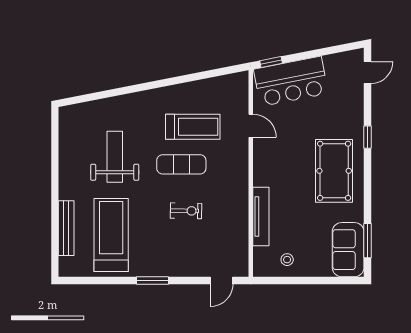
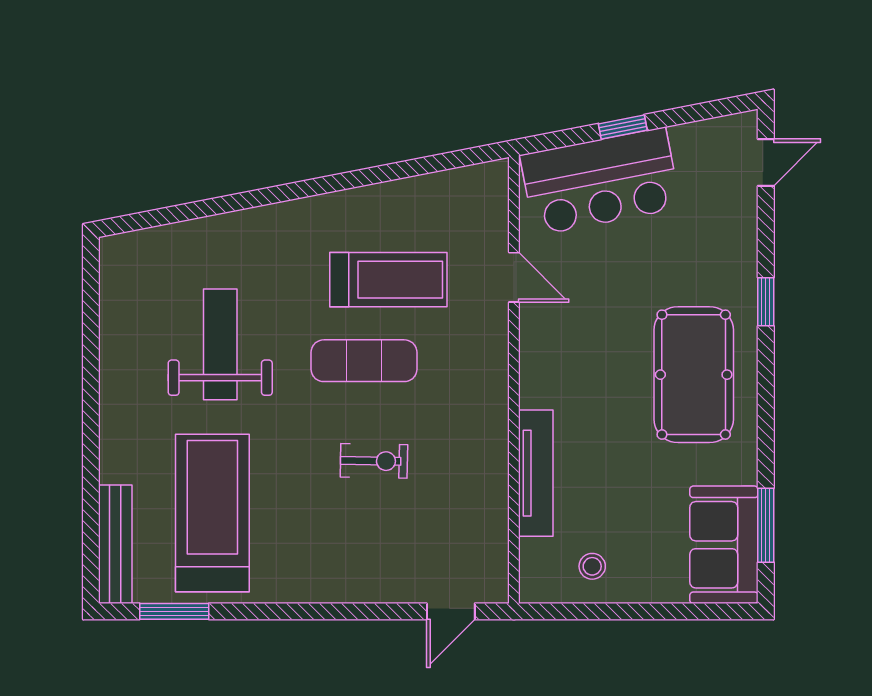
window: (271, 62) -> (623, 127), moved
bench: (66, 228) -> (115, 544), moved
window: (153, 281) -> (174, 611), moved

